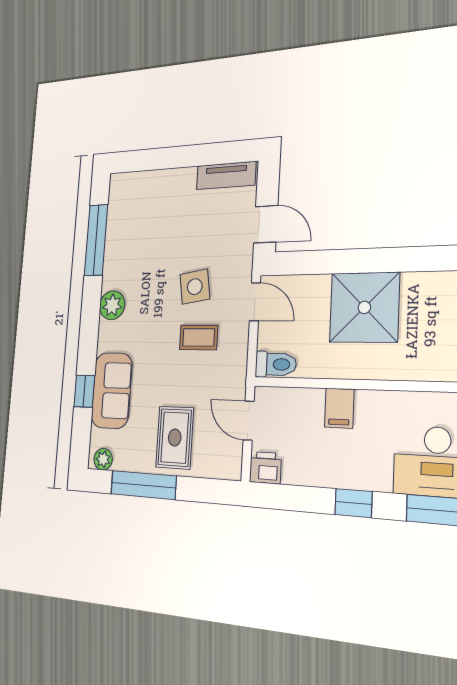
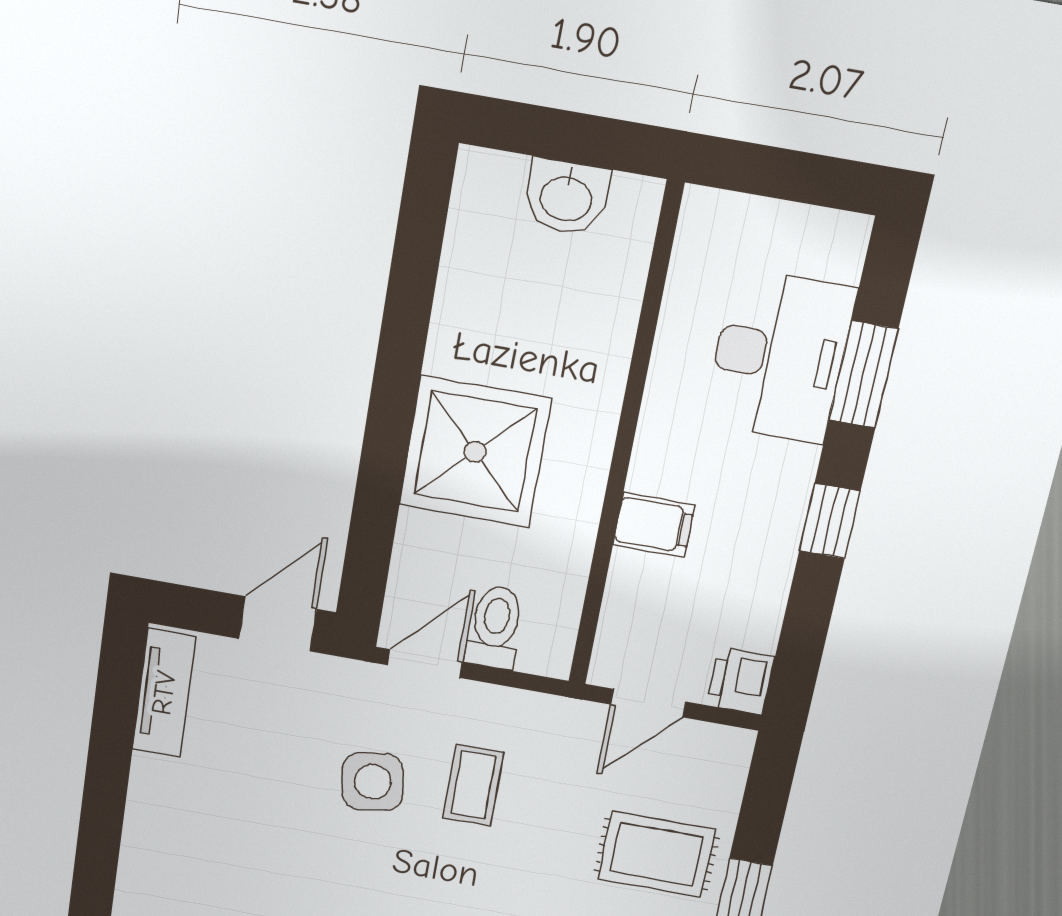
toilet: (276, 364) -> (495, 627), moved

